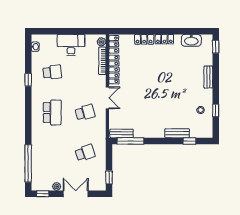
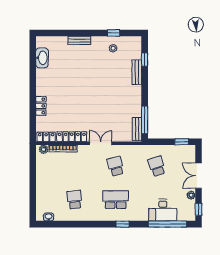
locker: (164, 39) -> (41, 85), removed
desk: (71, 45) -> (163, 210), moved, turned -90
window: (216, 47) -> (49, 33), removed
window: (28, 80) -> (123, 224), moved

